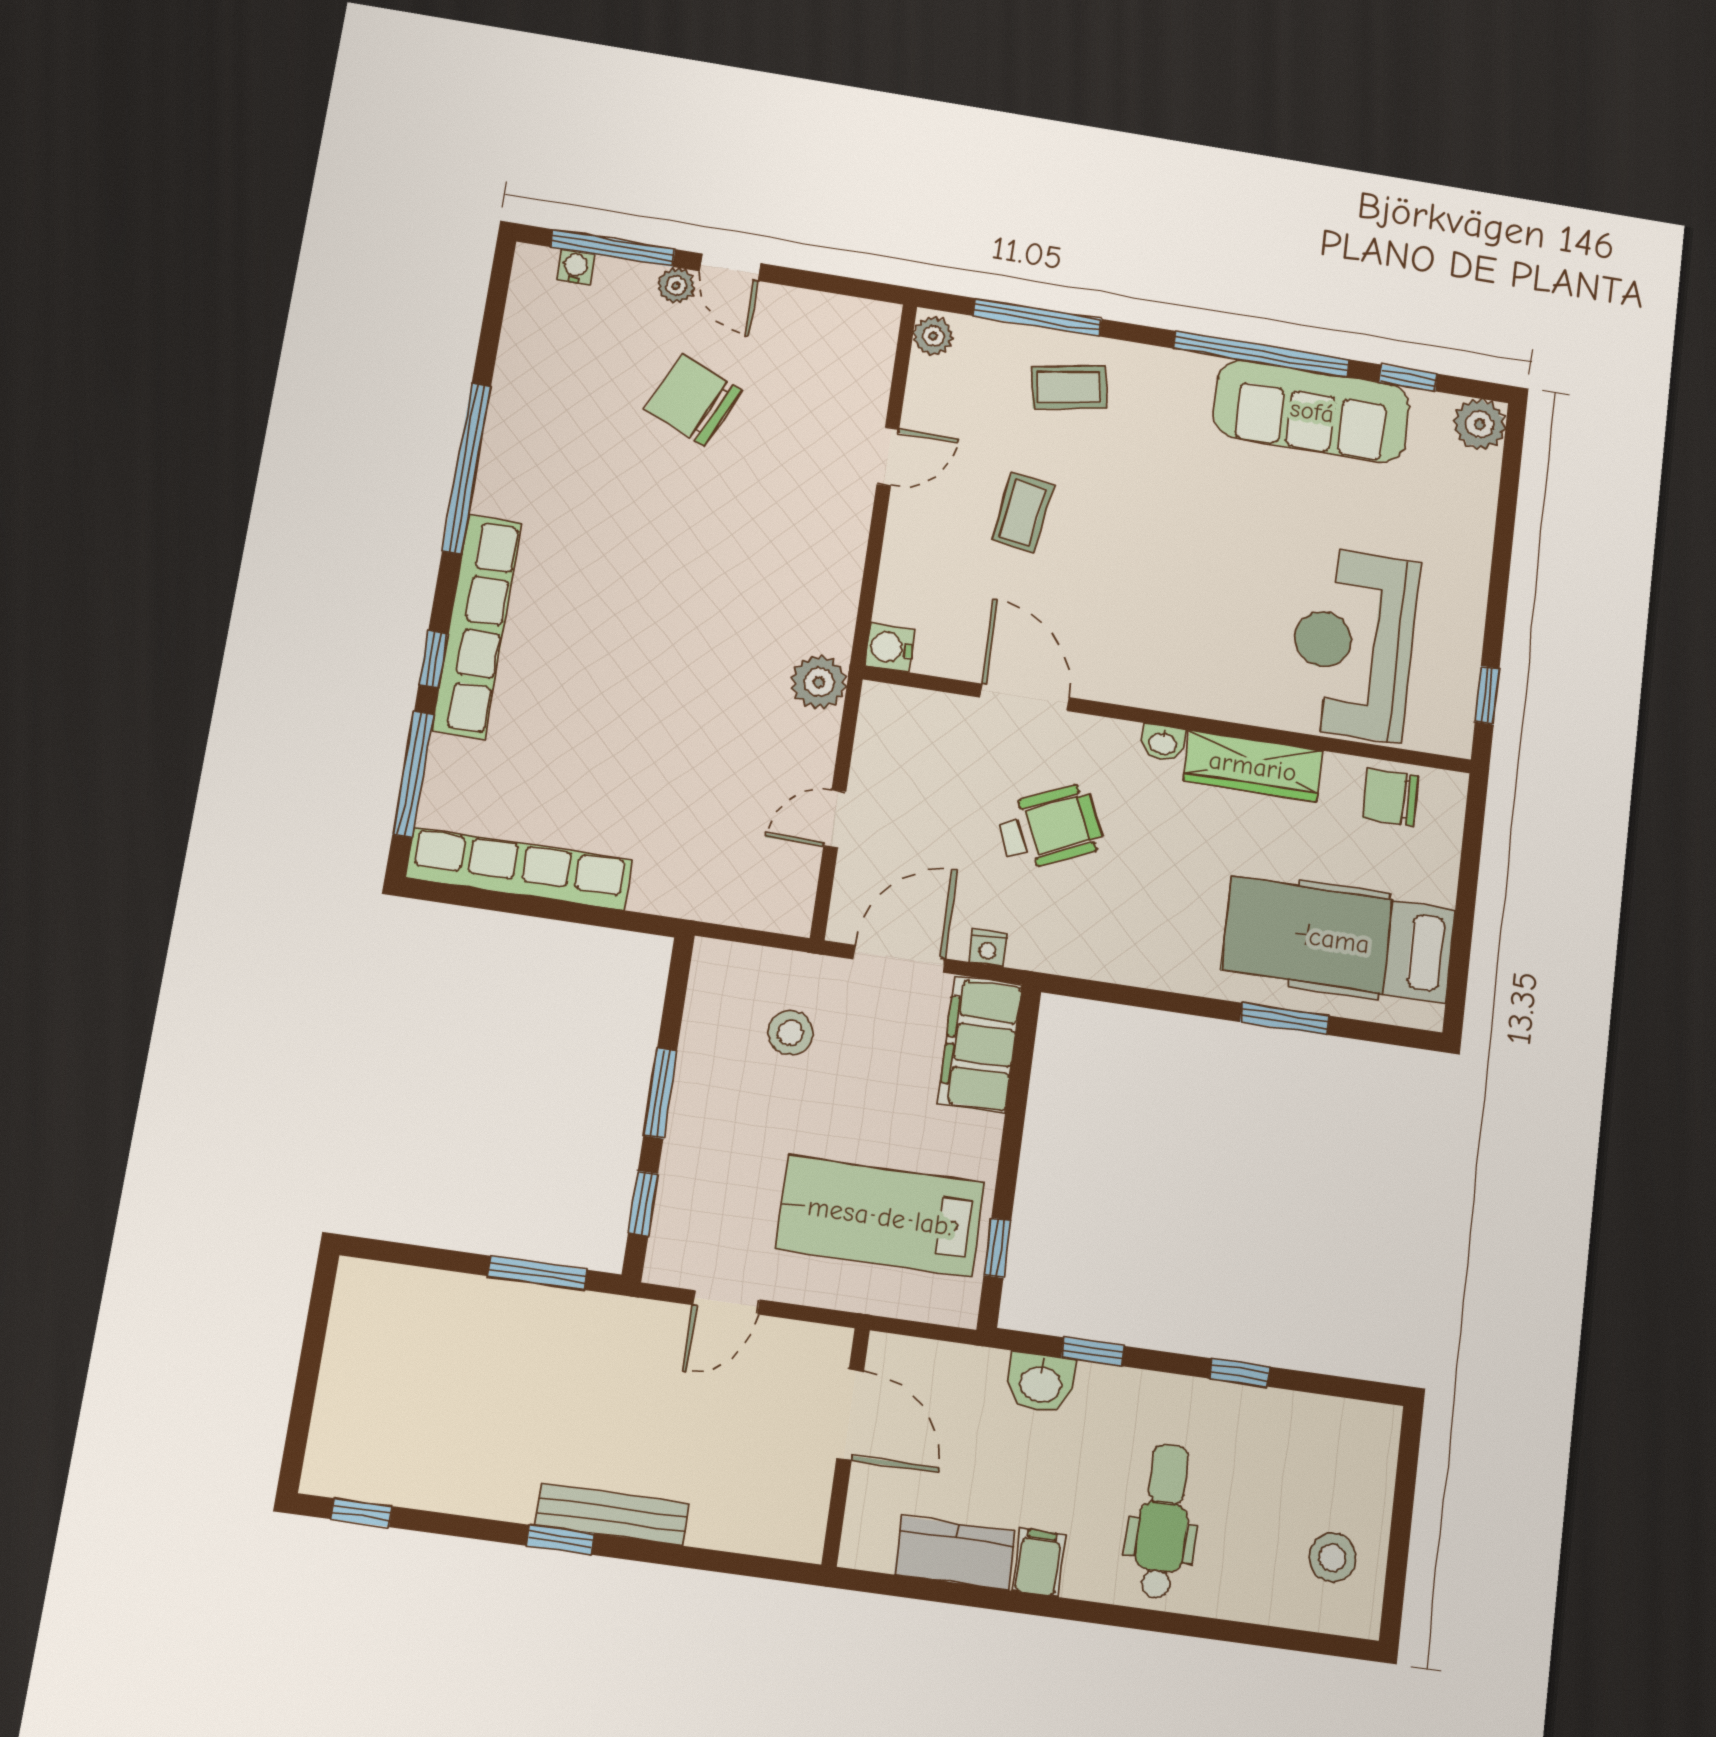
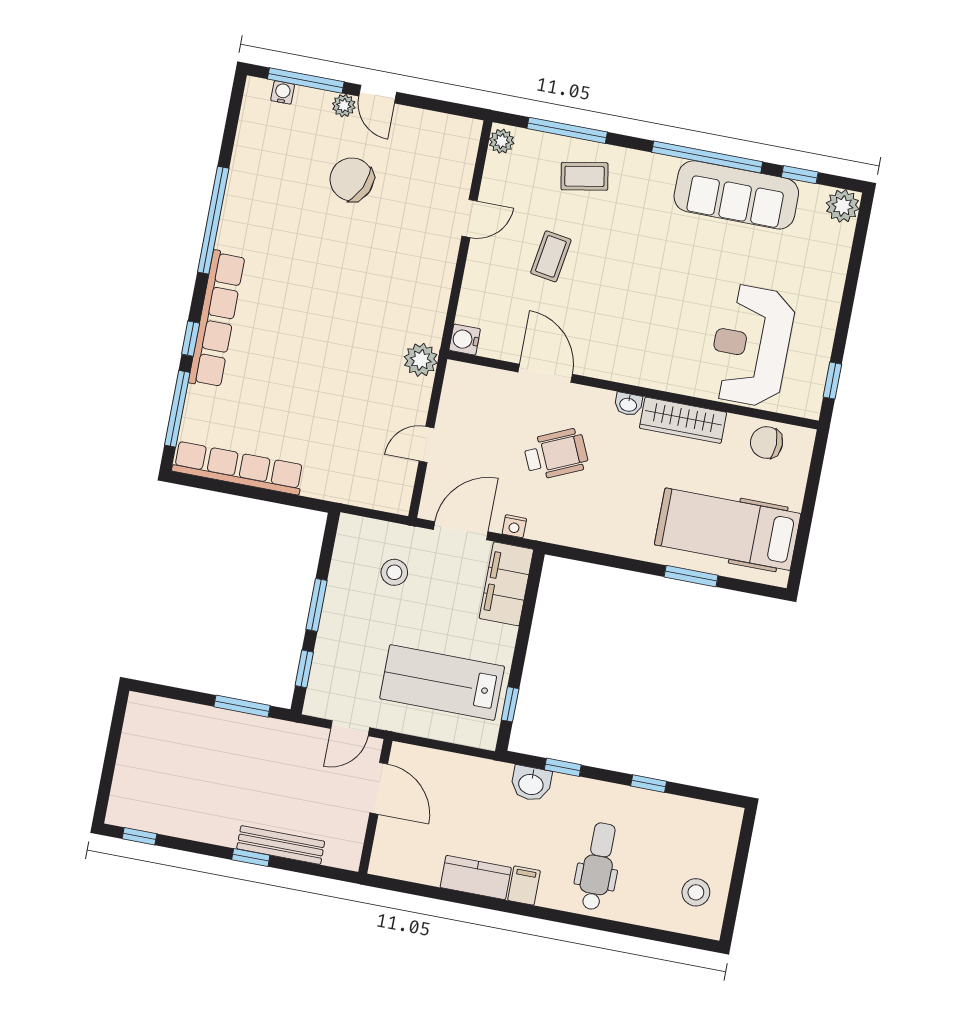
door: (850, 1415) -> (379, 788), moved
wall: (846, 1447) -> (375, 806), moved

